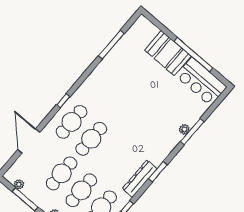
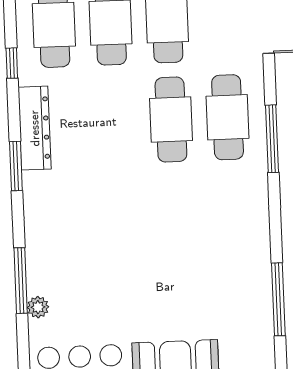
window: (63, 101) -> (272, 139), width x2.17
plant: (184, 129) -> (38, 307), moved

